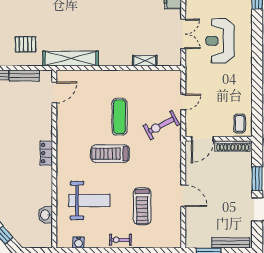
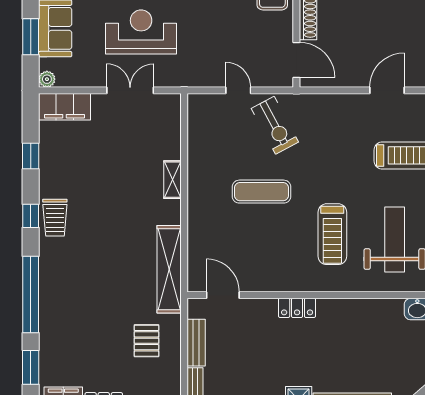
reception desk: (220, 41) -> (141, 32), turned 180
shelving: (145, 61) -> (173, 180), moved
locker: (46, 153) -> (297, 308), moved
treadmill: (110, 154) -> (332, 234), moved

